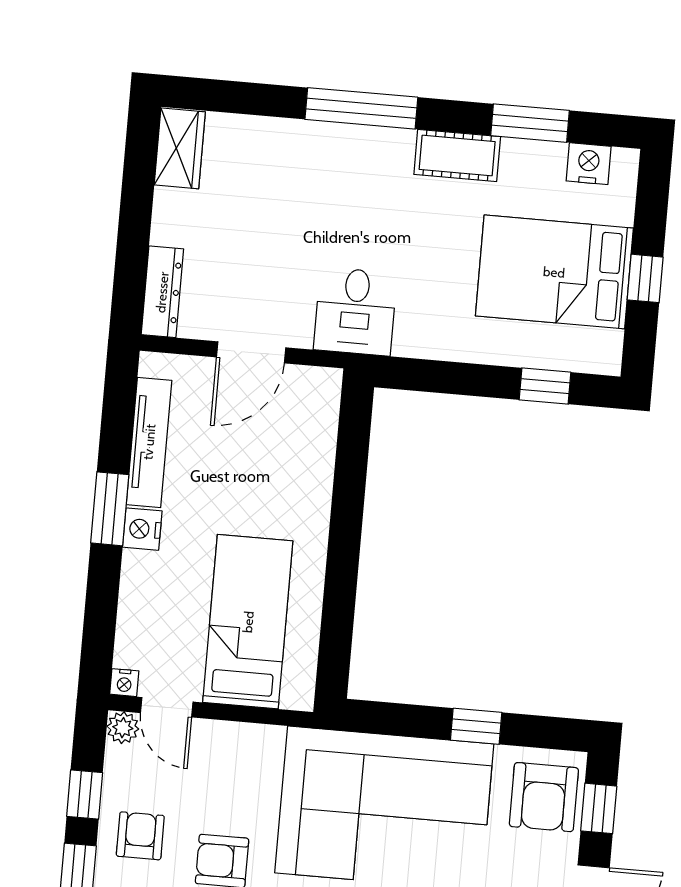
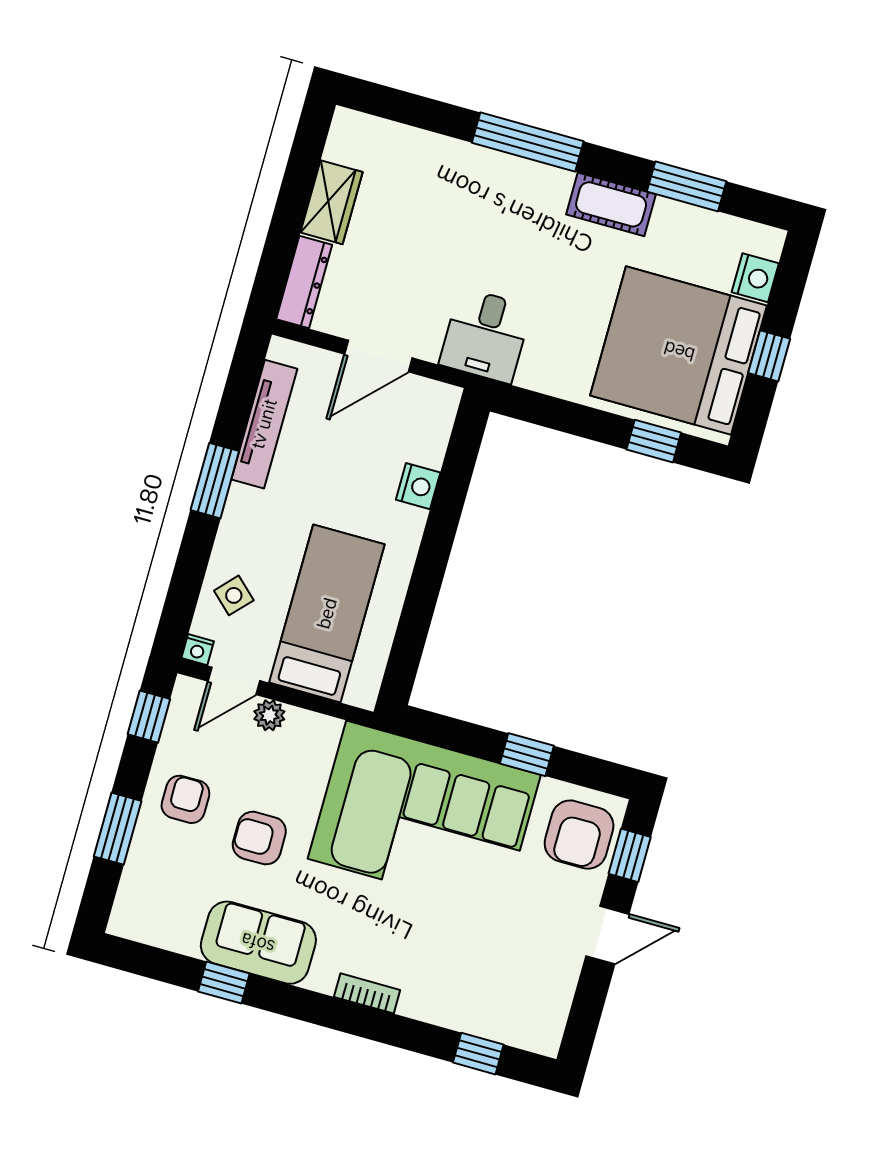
wardrobe: (180, 148) -> (331, 202), moved
nightstand: (589, 164) -> (755, 278), moved, turned 90
bed: (554, 272) -> (679, 351), width x1.36
nightstand: (142, 529) -> (418, 486), moved, turned 180
side table: (151, 621) -> (234, 595), added
door: (167, 707) -> (234, 681), hinge flipped
plant: (123, 728) -> (269, 715), moved
window: (85, 795) -> (149, 717), moved

